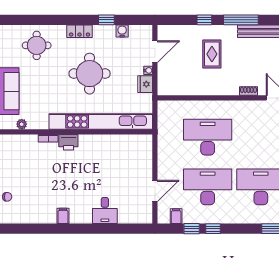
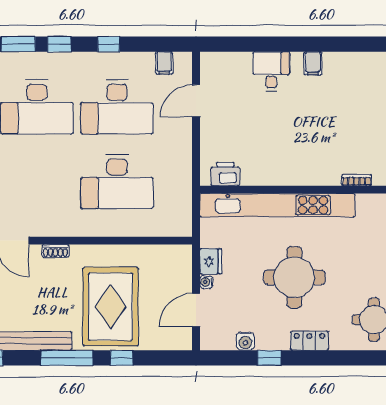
rug: (212, 54) -> (110, 307), width x1.86, depth x2.06
printer: (68, 142) -> (225, 174), moved
filing cabinet: (63, 216) -> (313, 63), moved
window: (192, 229) -> (59, 44), moved

